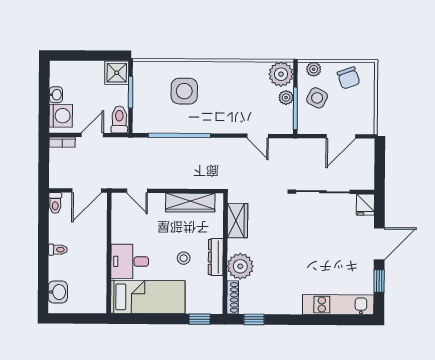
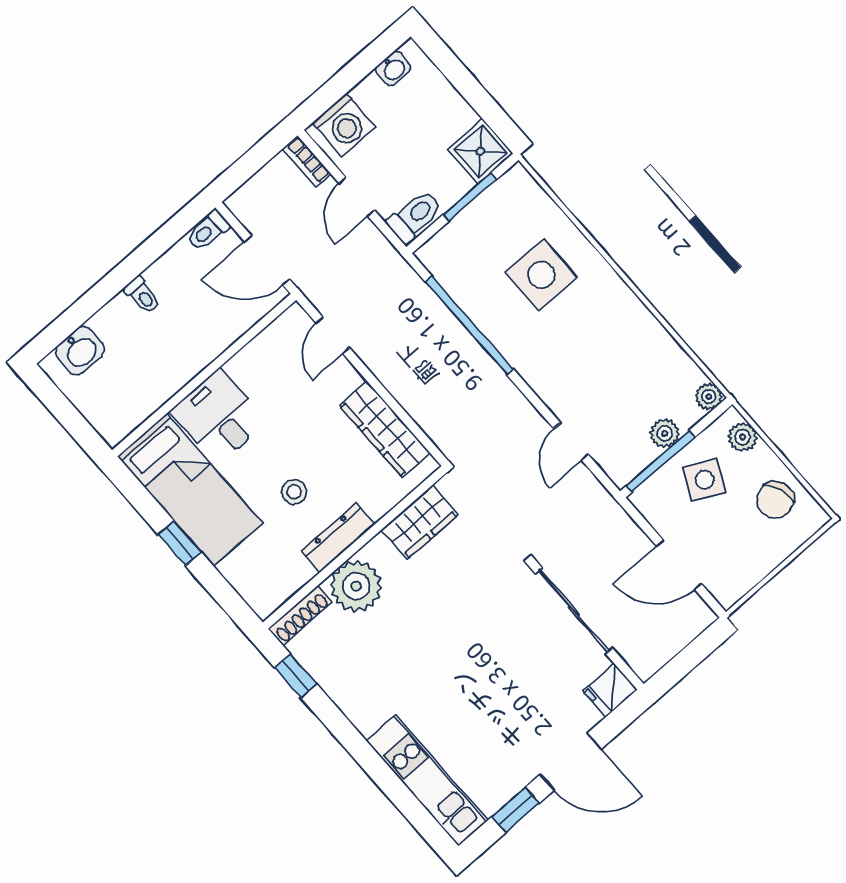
plant: (281, 74) -> (709, 397), width x0.53, depth x0.53
washbasin: (56, 95) -> (393, 69), moved
door: (92, 135) -> (357, 197), swing flipped
window: (200, 319) -> (180, 543), moved

